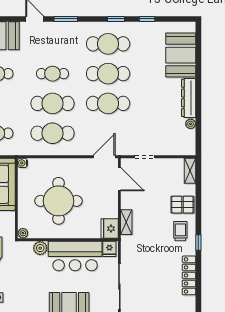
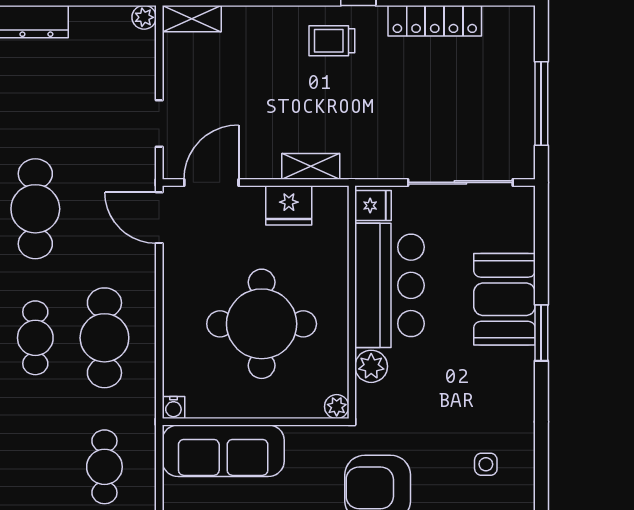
cafe table: (52, 103) -> (35, 338), width x0.73, depth x0.74
plant: (191, 124) -> (144, 17), moved
pallet: (182, 205) -> (270, 36), removed
fridge: (110, 229) -> (289, 205), moved

